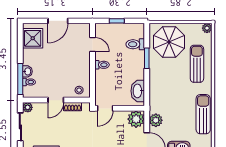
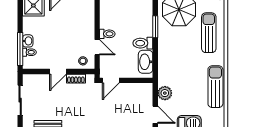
toilet: (135, 44) -> (143, 43), moved
door: (92, 45) -> (97, 47), moved
plant: (28, 107) -> (28, 79), removed
plant: (136, 119) -> (144, 92), removed

